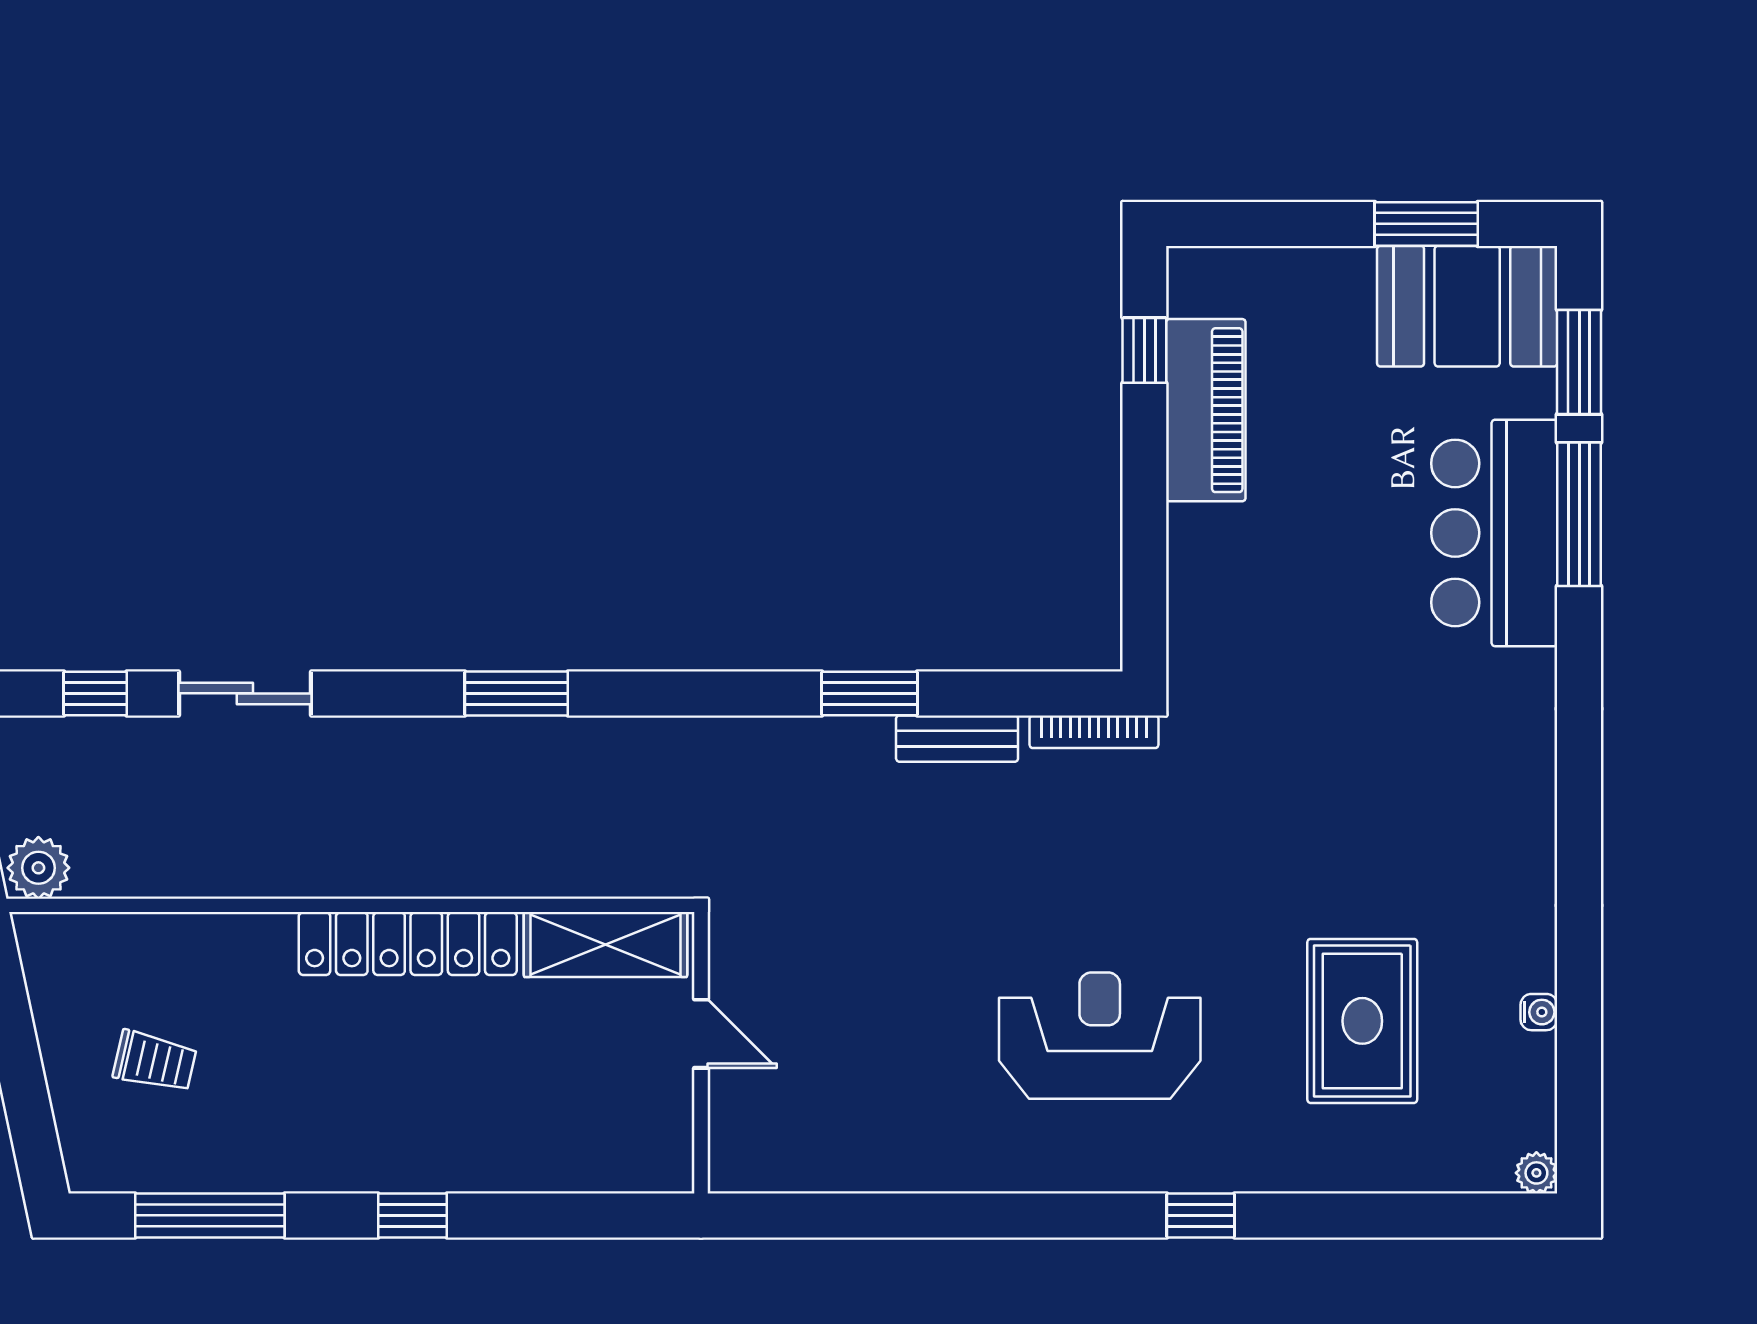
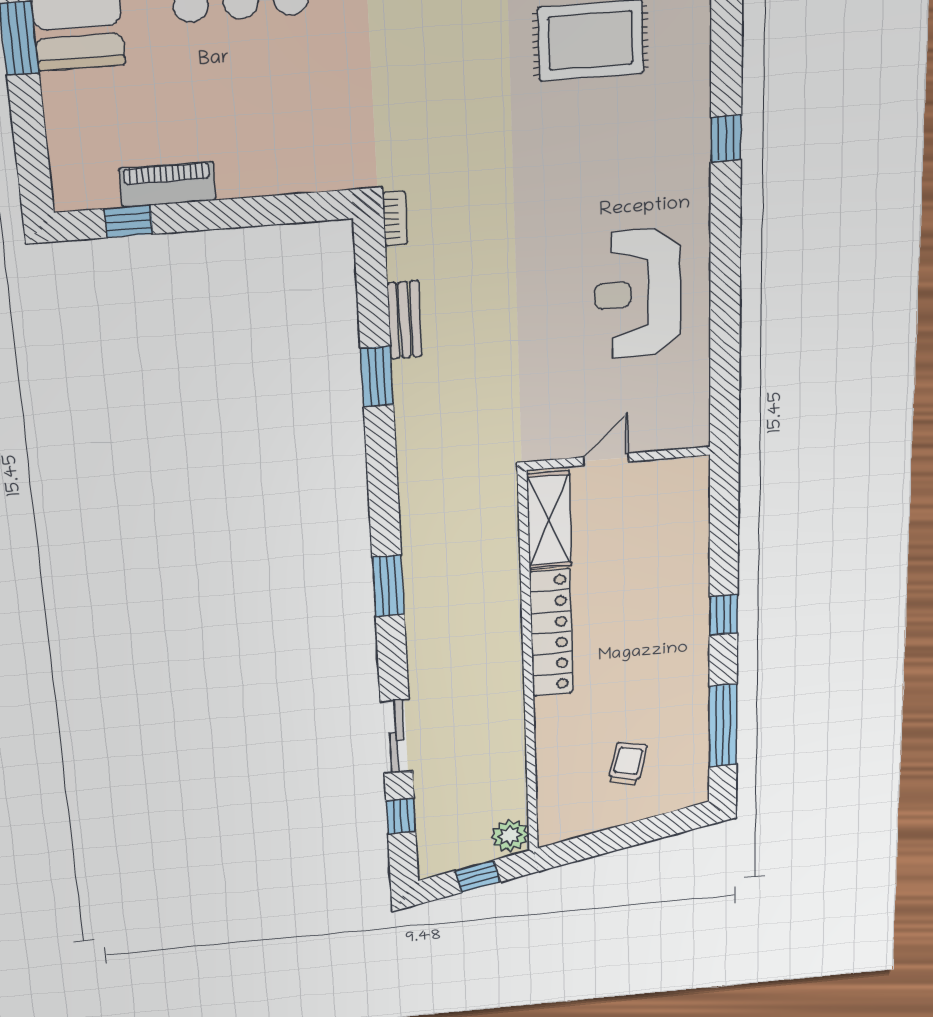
piano: (1206, 410) -> (167, 184), width x0.73, depth x0.75
bookcase: (1094, 732) -> (395, 218), width x0.64
reception desk: (1100, 1036) -> (638, 293), moved

